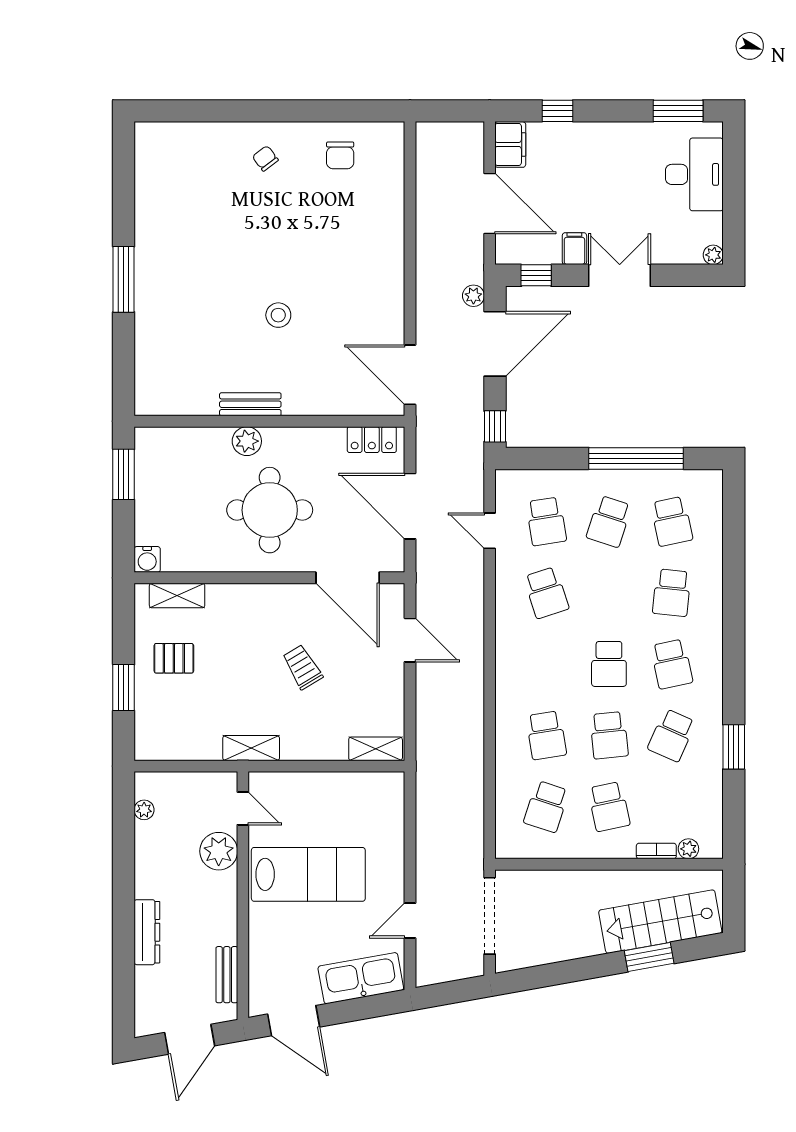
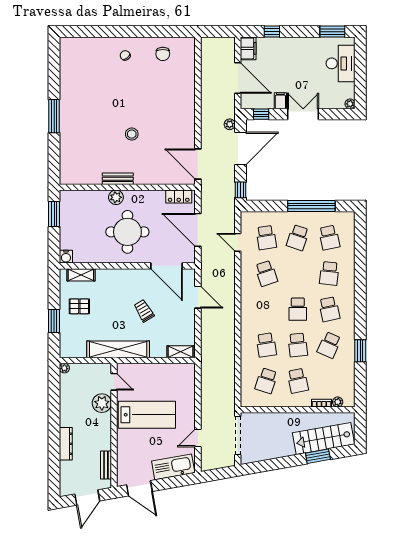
shelving: (251, 748) -> (118, 349), width x2.20, depth x1.33
plant: (144, 810) -> (64, 368), moved

